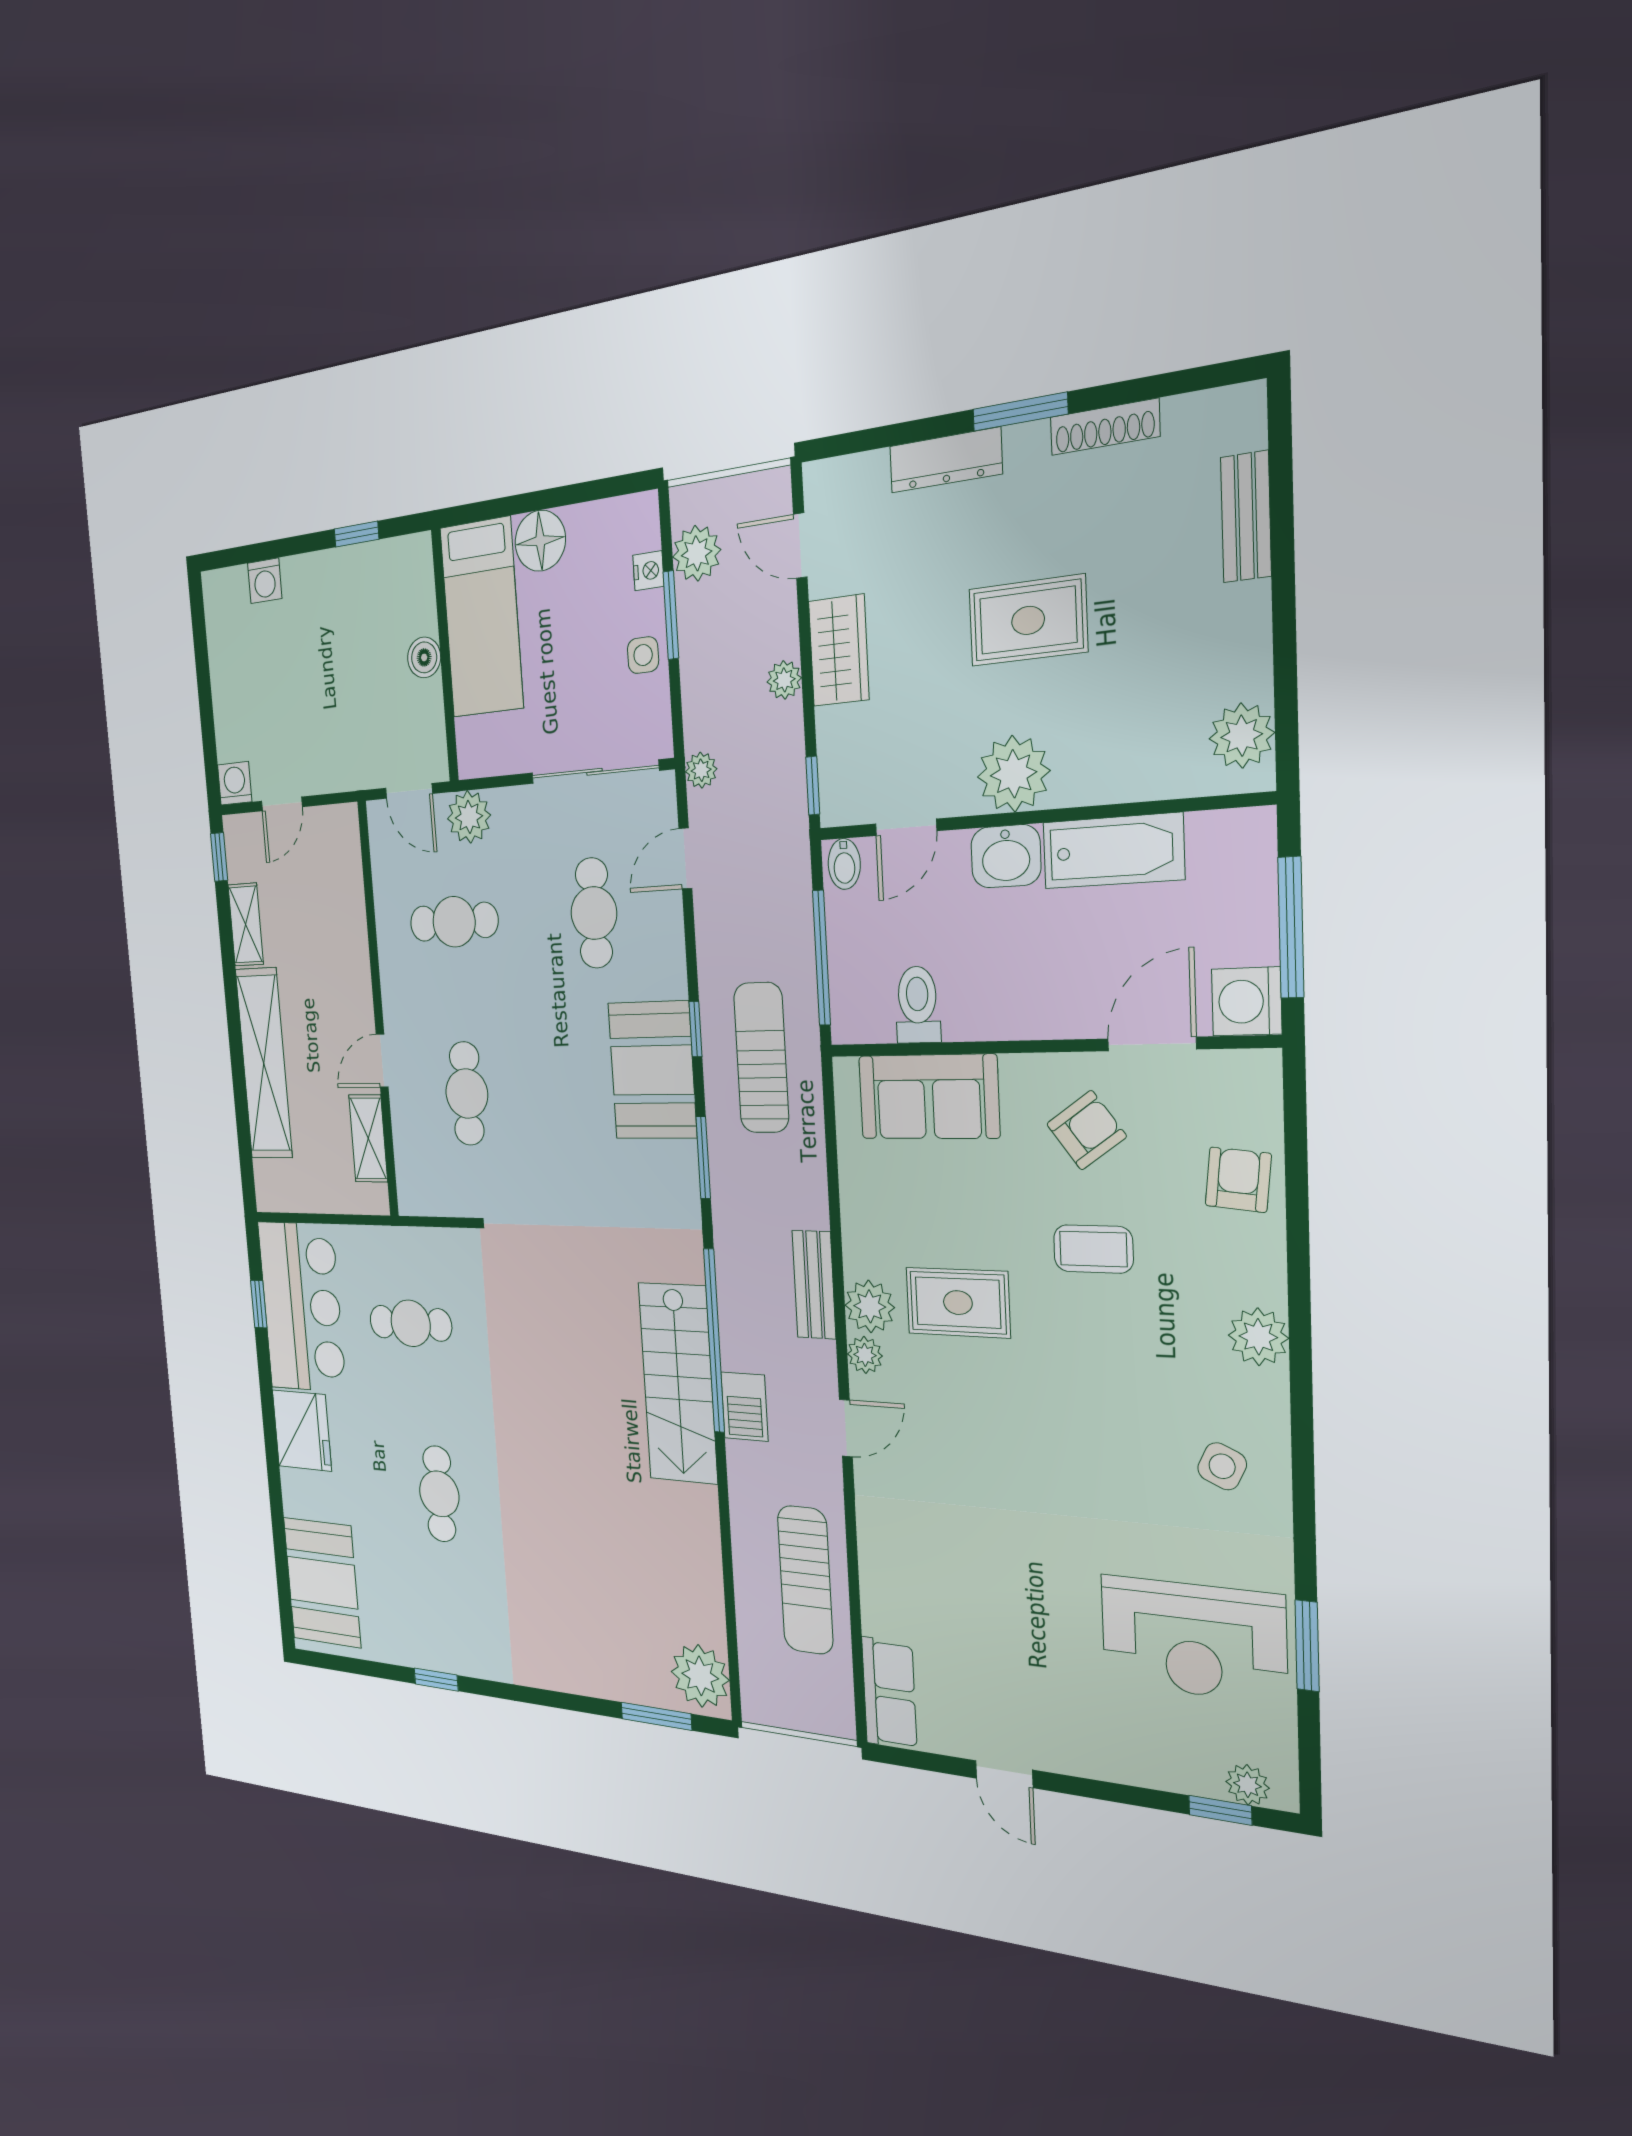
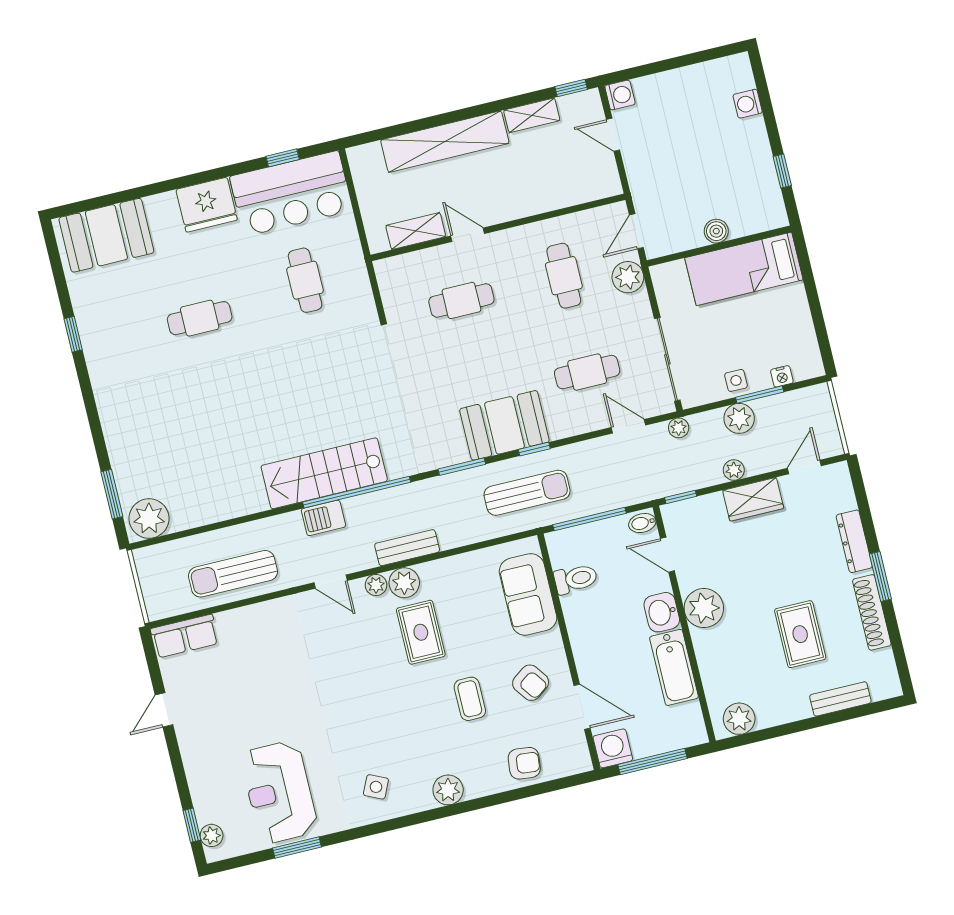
shoe rack: (1105, 427) -> (872, 612), width x1.36, depth x1.24
floor lamp: (540, 541) -> (791, 303), removed
plant: (697, 553) -> (739, 418), moved
rug: (1028, 620) -> (800, 634), moved

